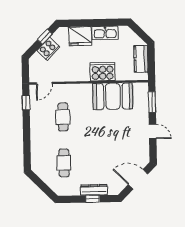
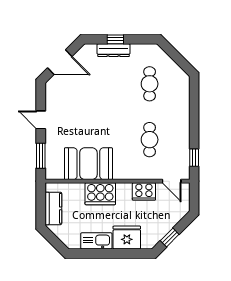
cooker: (48, 49) -> (144, 191), moved, turned -135
door: (44, 83) -> (172, 181), swing flipped

